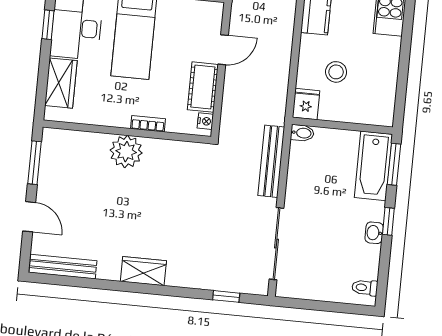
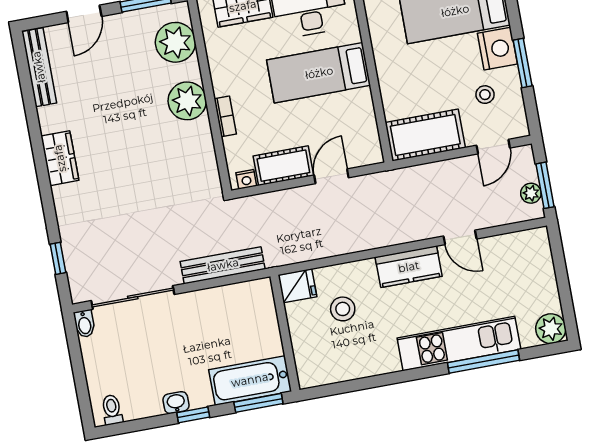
door: (223, 50) -> (331, 176), swing flipped
bidet: (302, 133) -> (84, 324), moved
plant: (75, 147) -> (175, 42), added

